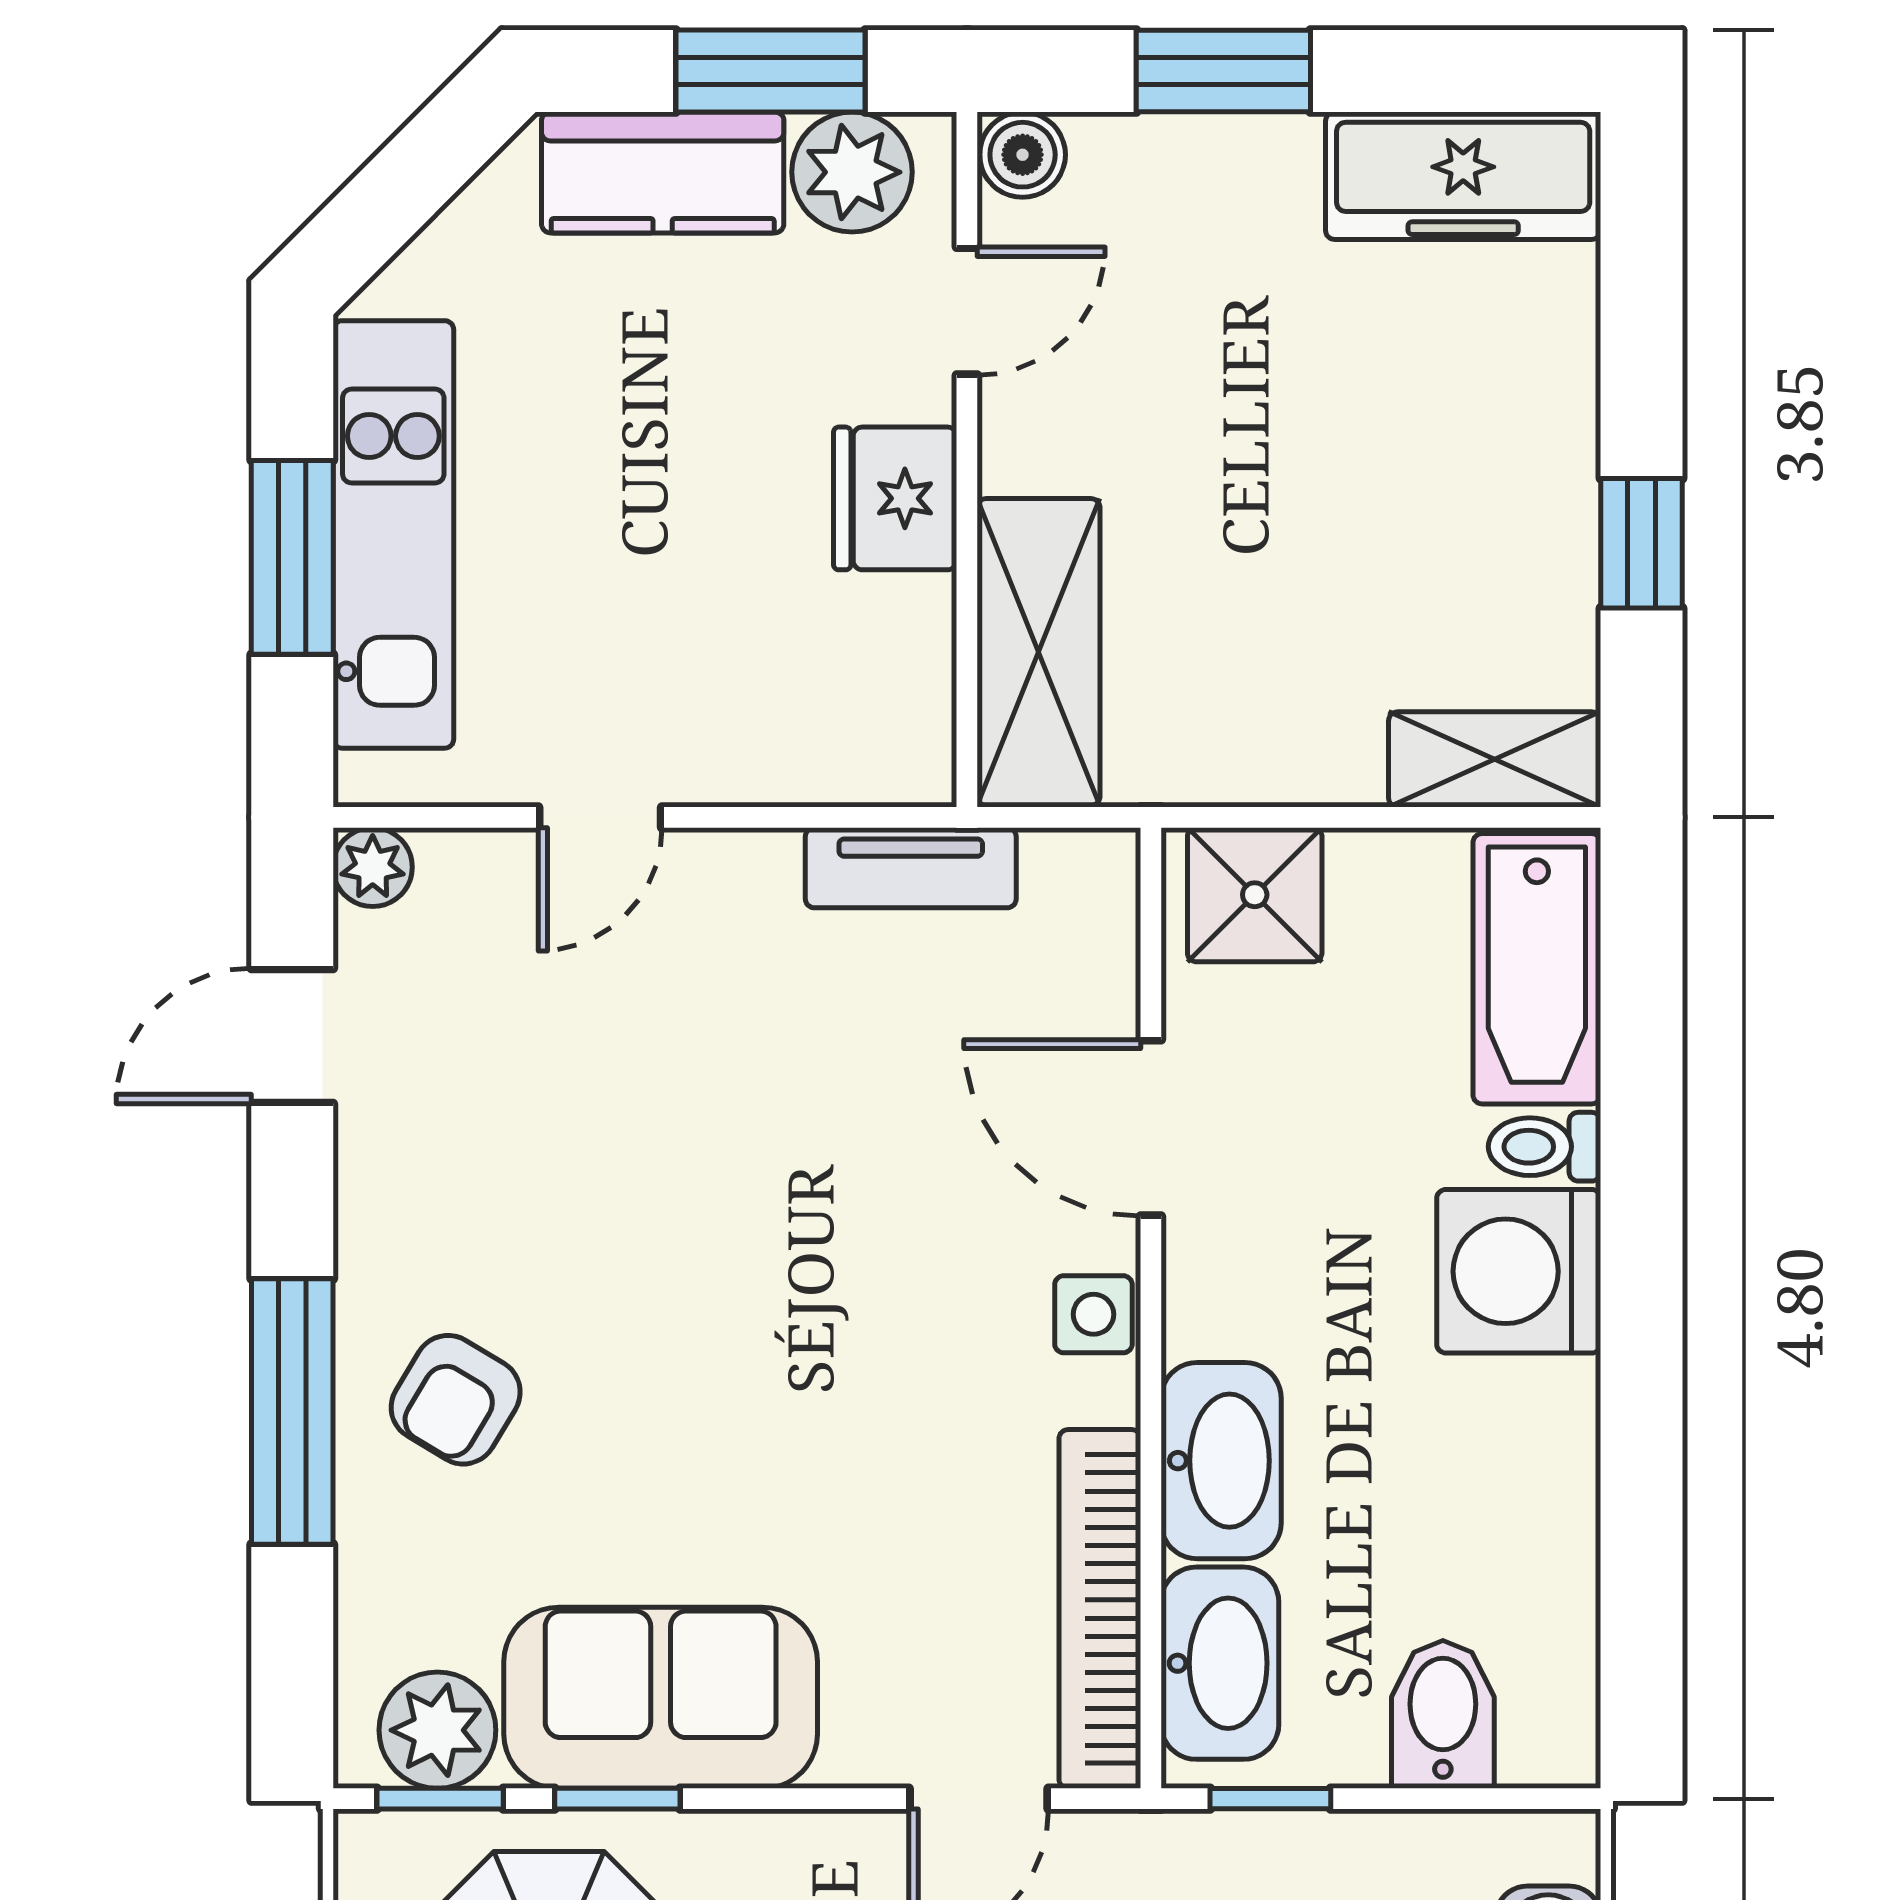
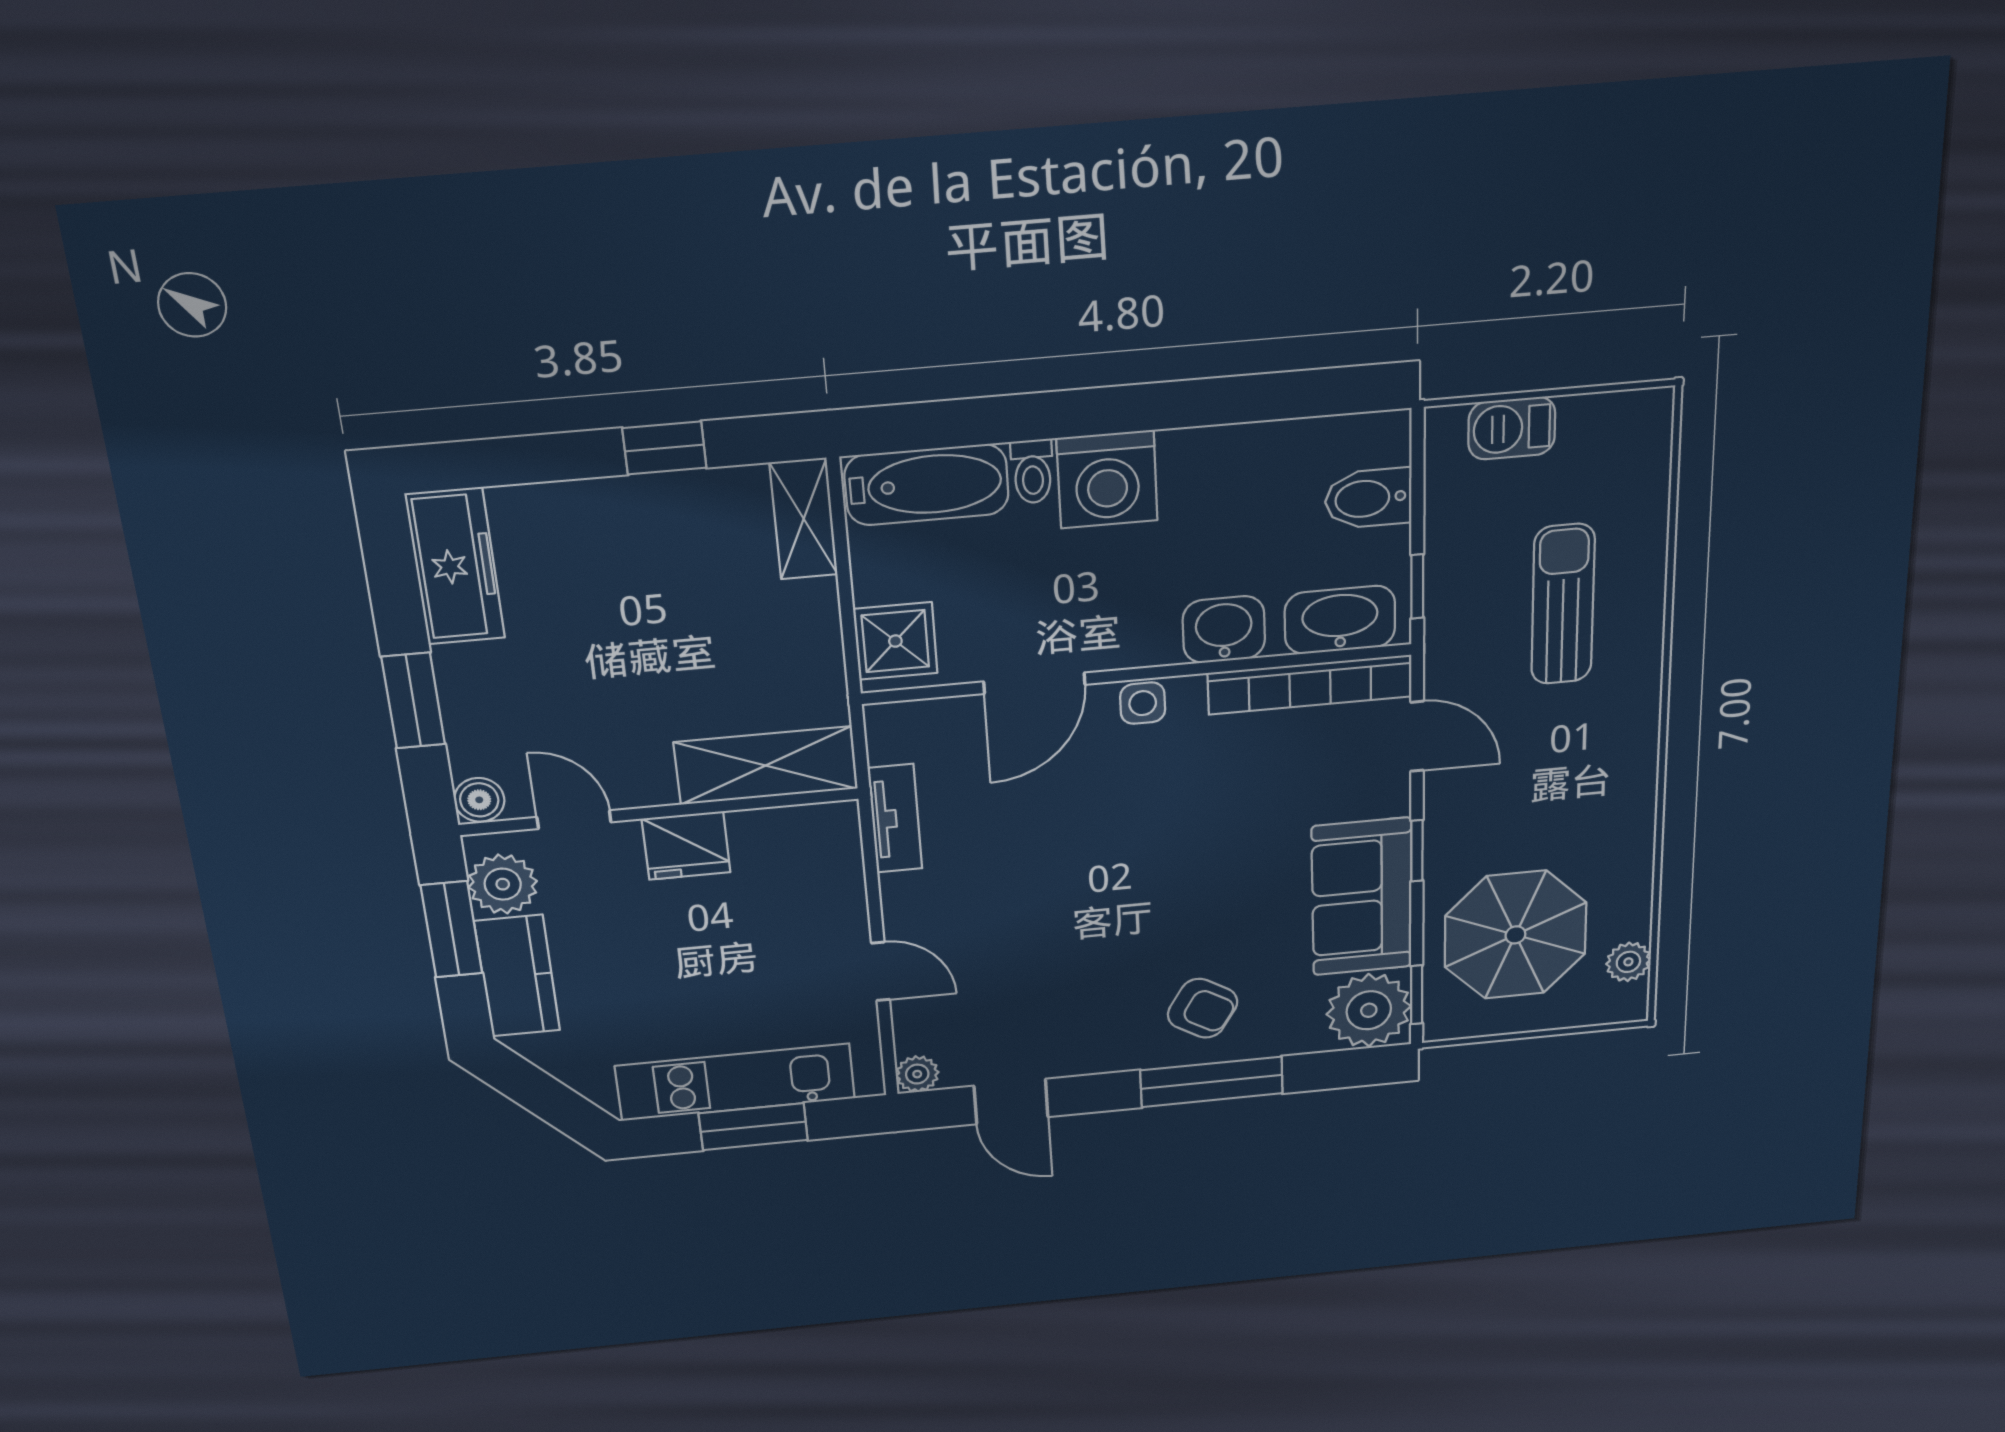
washbasin: (1221, 1461) -> (1224, 630), width x0.72
plant: (437, 1730) -> (1369, 1010), width x1.36, depth x1.36
window: (617, 1799) -> (1417, 851), moved

